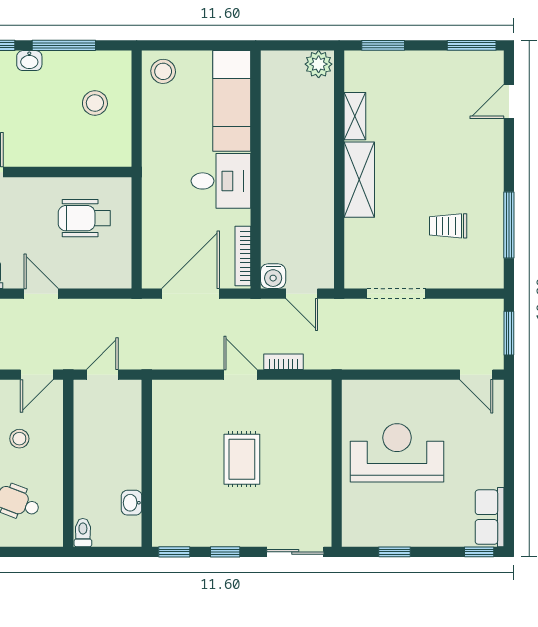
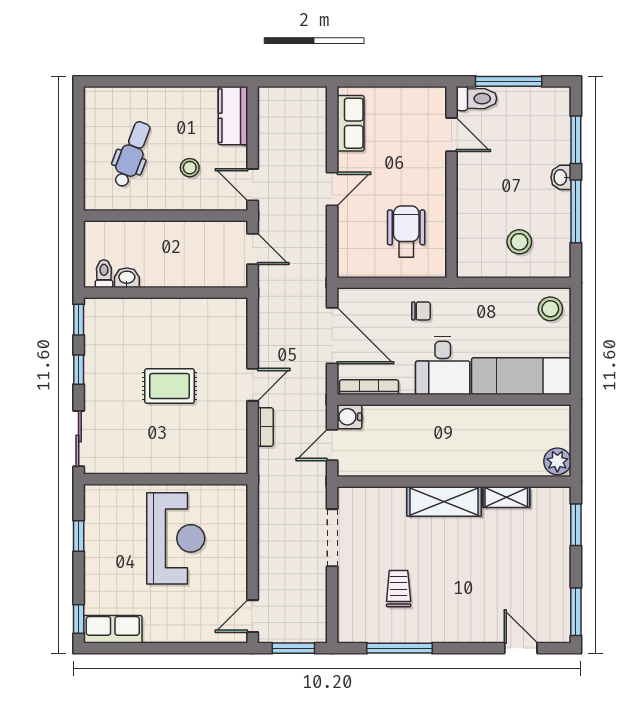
chair: (165, 203) -> (421, 311), added
toilet: (83, 533) -> (104, 274), moved, turned -90

